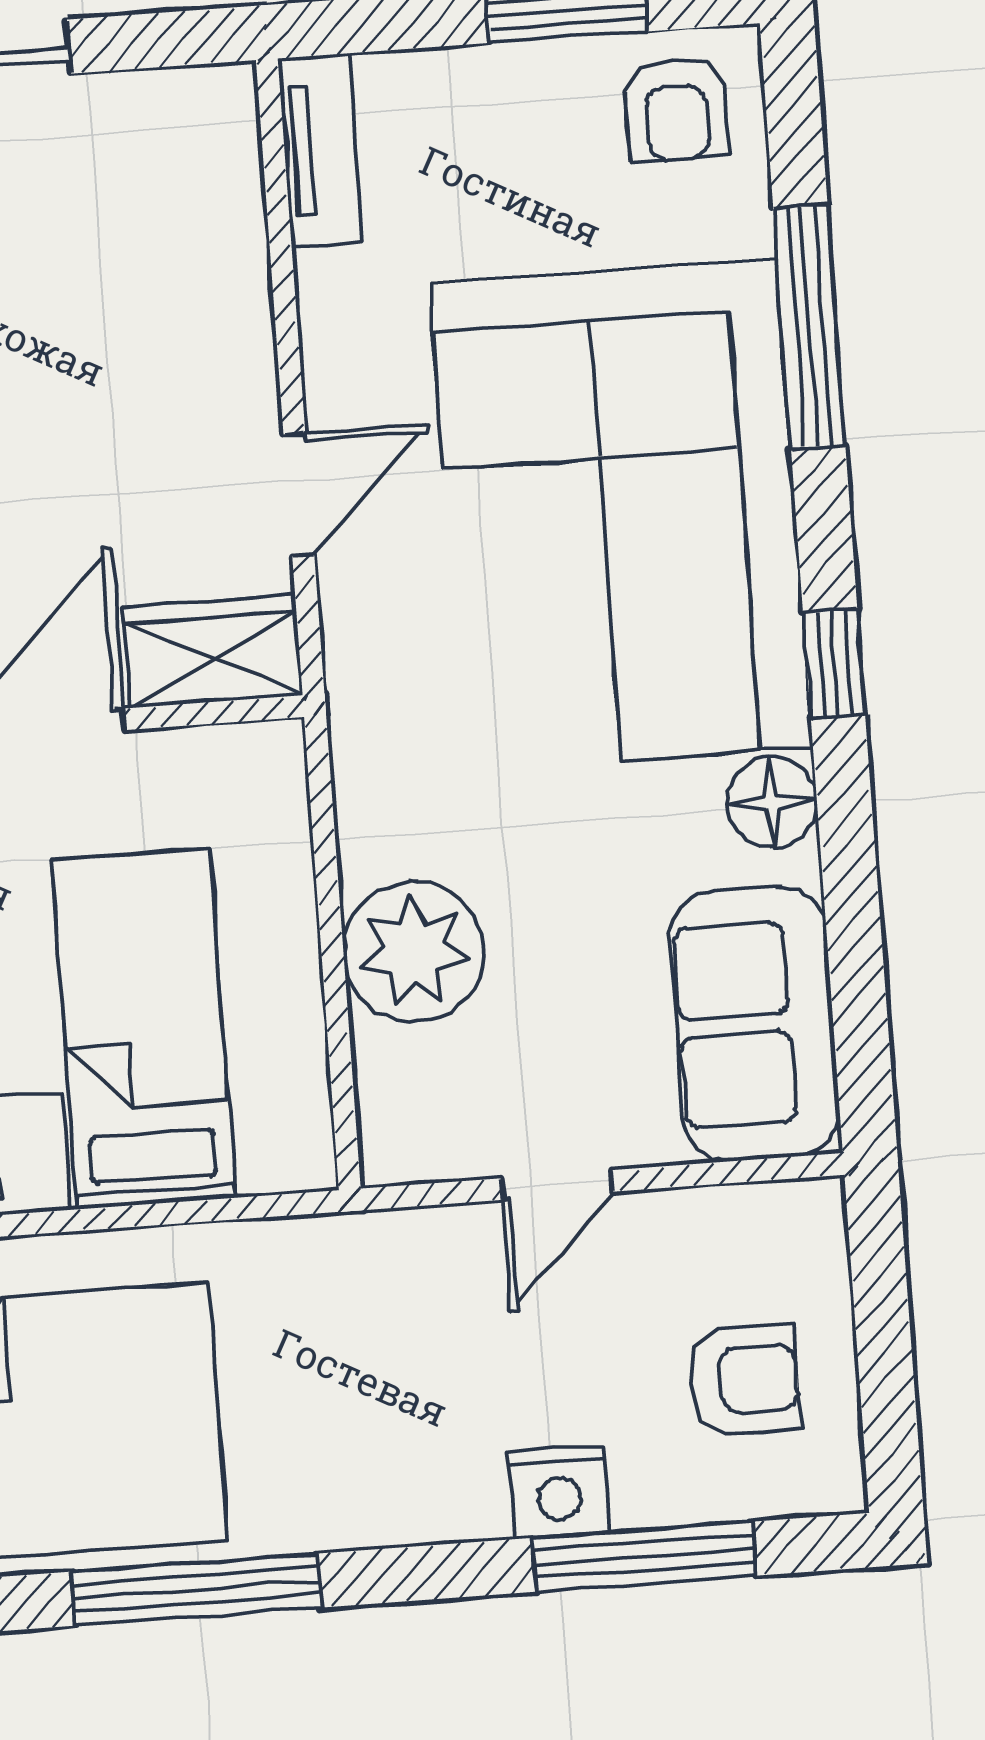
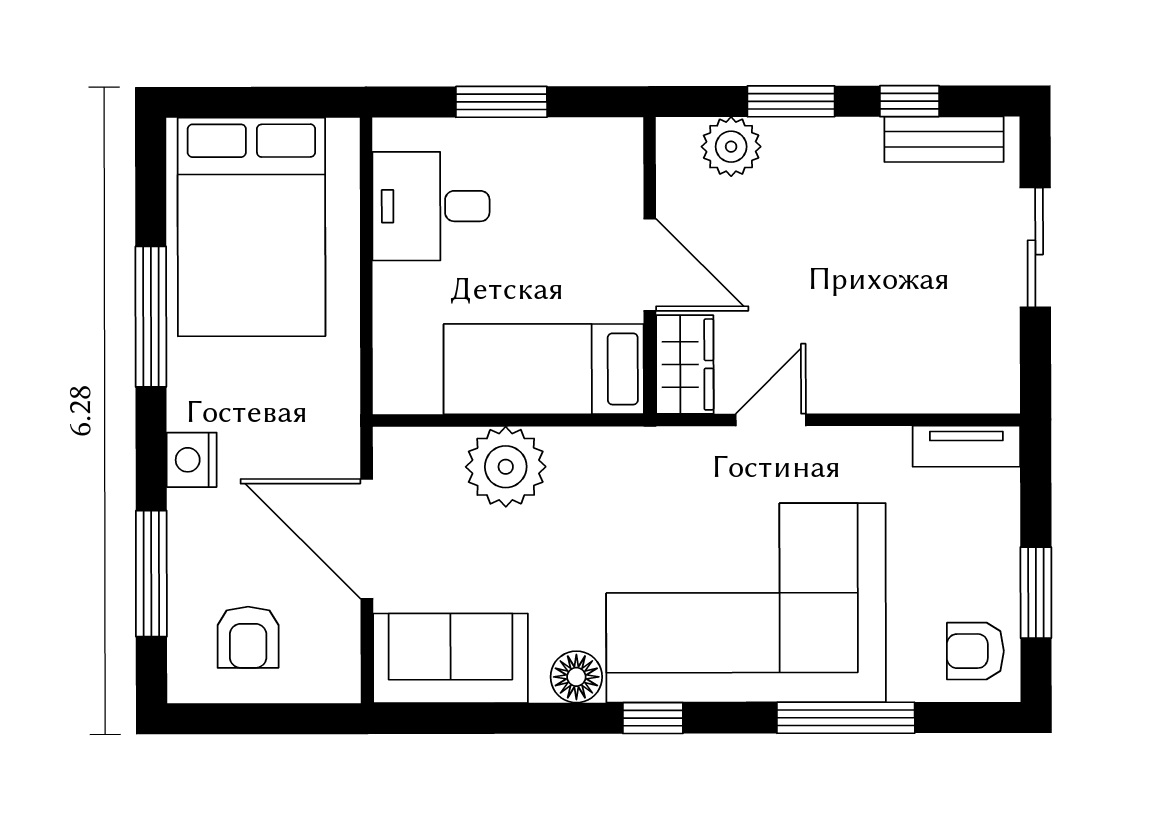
door: (299, 495) -> (771, 420), swing flipped
bed: (143, 1029) -> (544, 369), moved, turned 180
door: (557, 1185) -> (367, 539), width x1.87
nightstand: (559, 1492) -> (192, 460), moved

